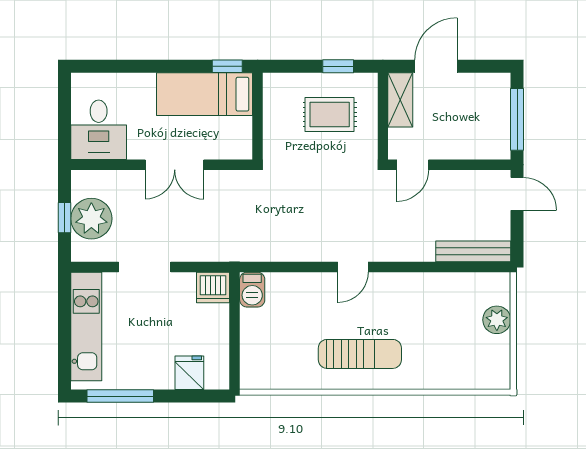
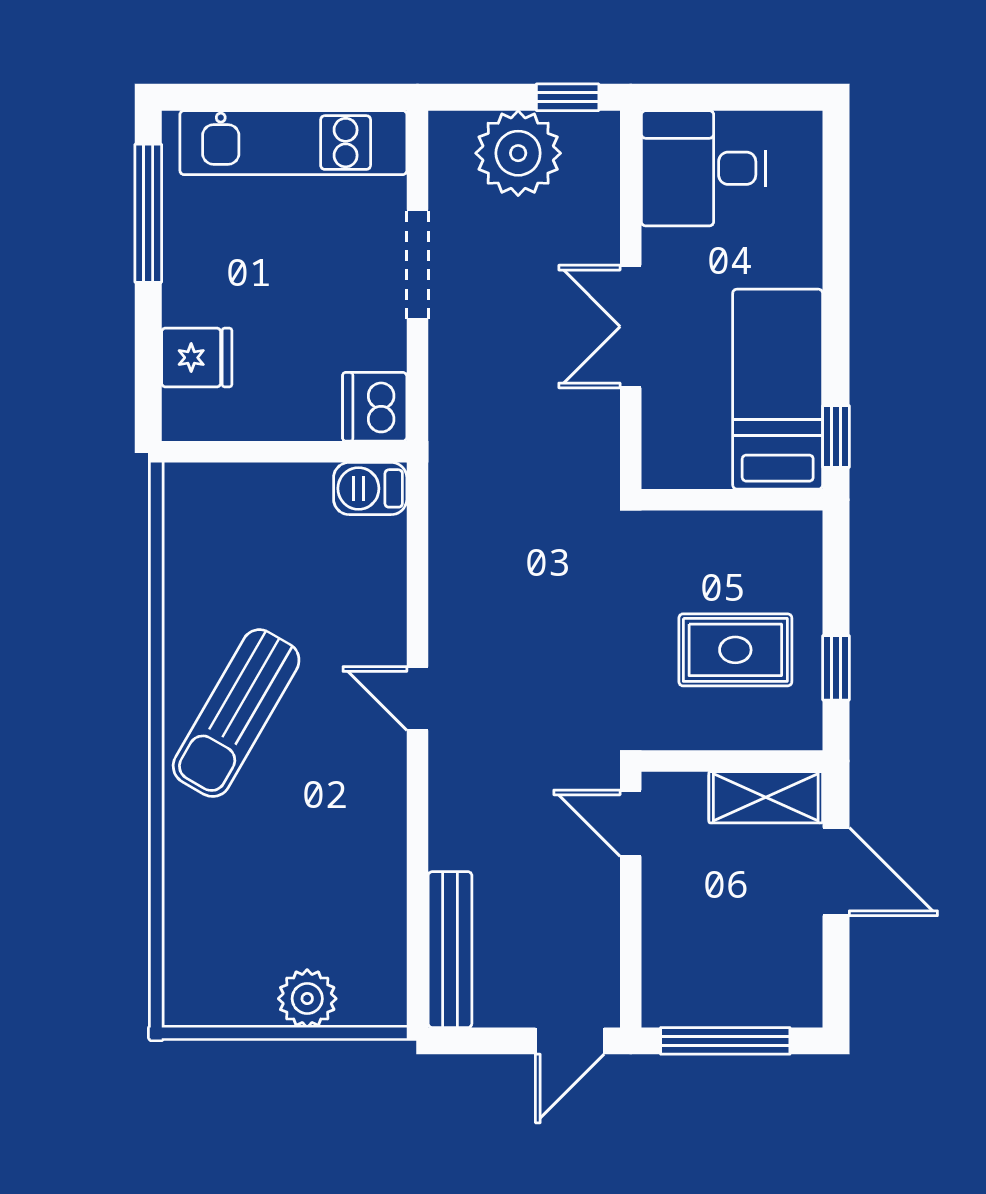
rug: (330, 115) -> (735, 650), turned 90
window: (65, 218) -> (568, 97), moved
sun lounger: (360, 354) -> (236, 713), turned 30

